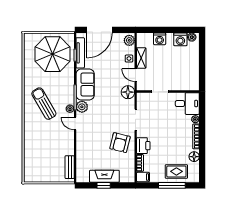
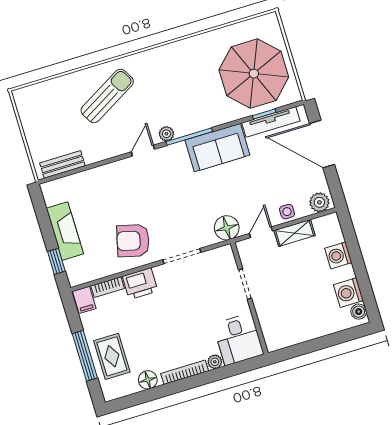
sun lounger: (44, 104) -> (107, 96), moved
plant: (82, 107) -> (176, 154), removed
window: (104, 185) -> (56, 261), moved

